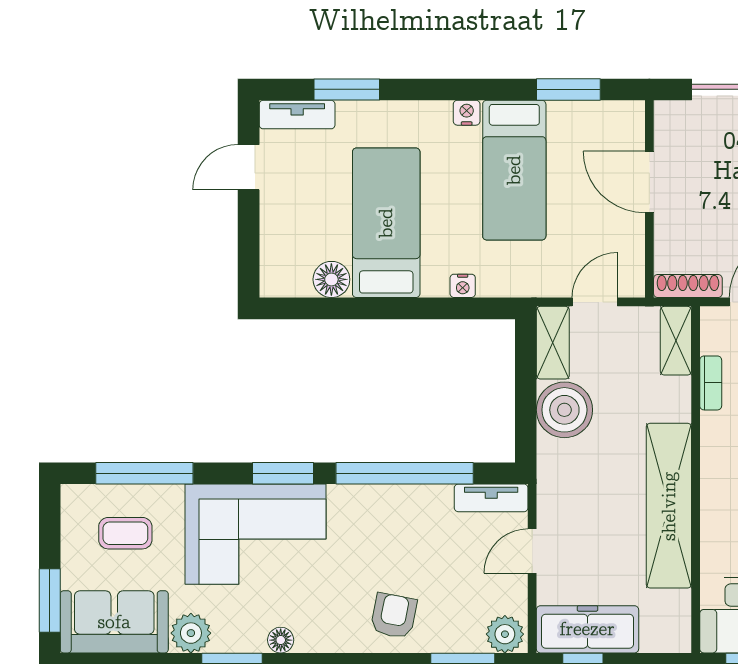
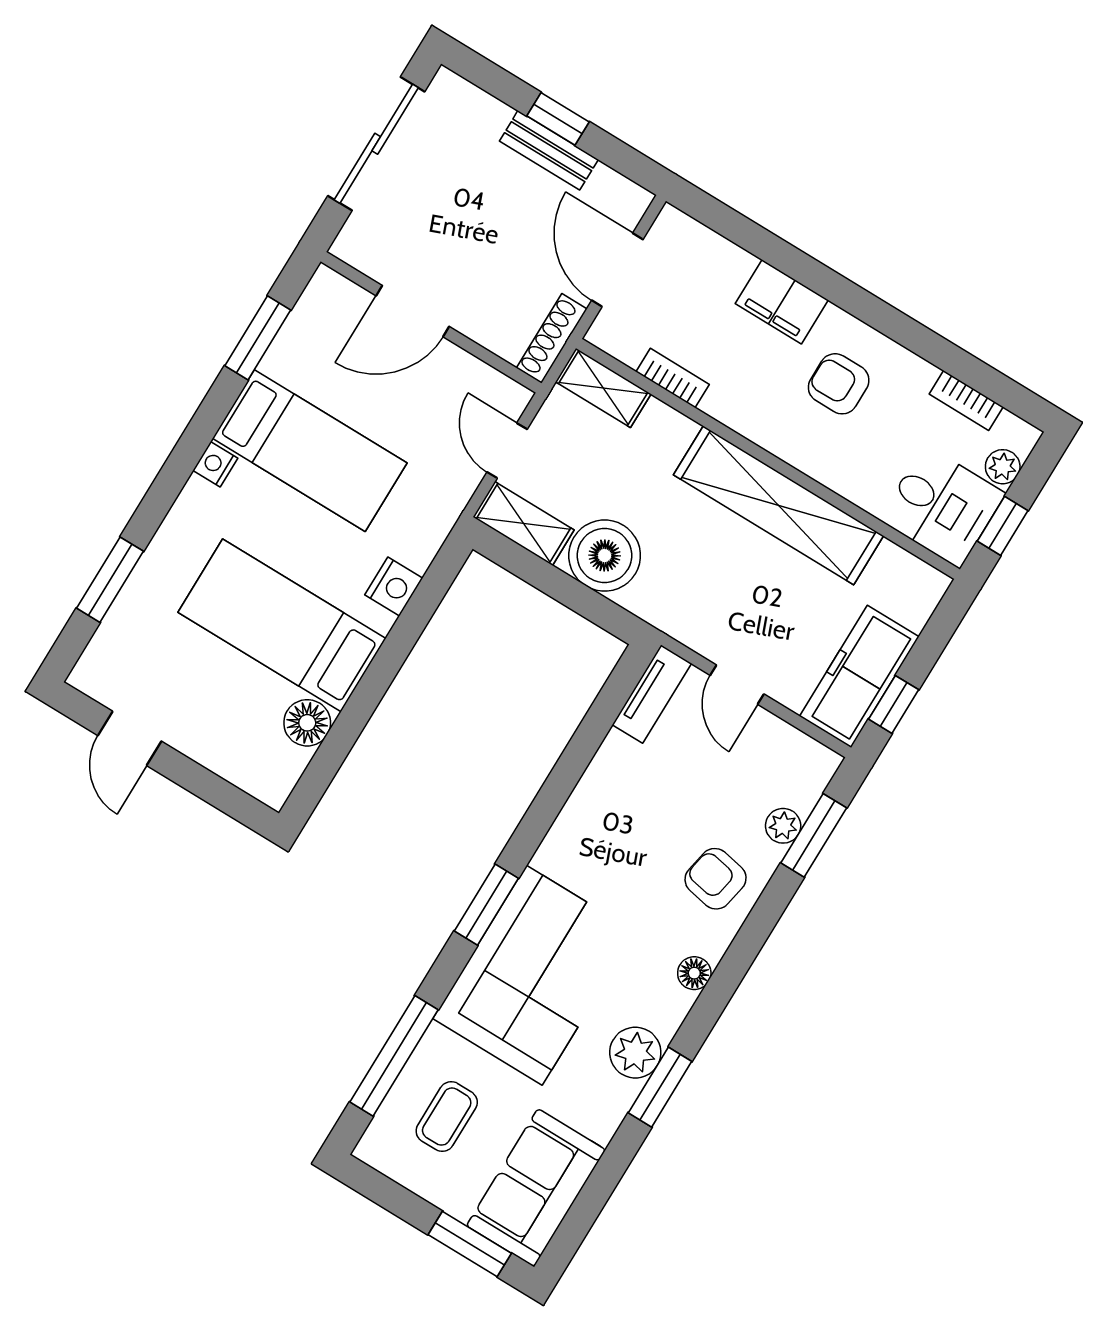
tv unit: (297, 115) -> (104, 650), removed
nightstand: (463, 286) -> (394, 586), width x1.39, depth x1.35
window: (405, 473) -> (567, 772), removed
plant: (191, 633) -> (635, 1053), moved
plant: (505, 634) -> (783, 826), moved, width x0.73, depth x0.73
floor lamp: (281, 640) -> (694, 973), moved

